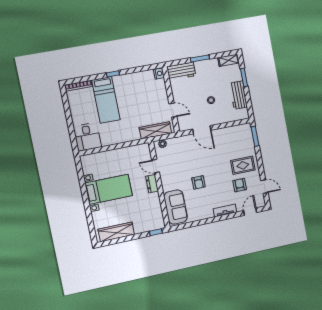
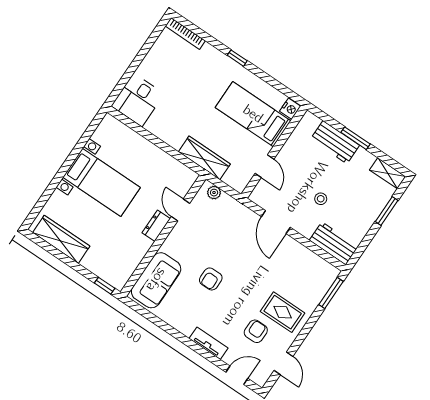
workbench: (181, 71) -> (335, 142), moved
workbench: (238, 95) -> (334, 243), moved, turned 90
bed: (106, 100) -> (253, 114), moved, turned 90
wardrobe: (155, 130) -> (204, 158), moved

